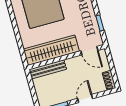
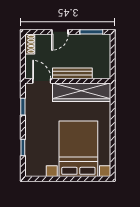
bench: (48, 69) -> (72, 73), moved

